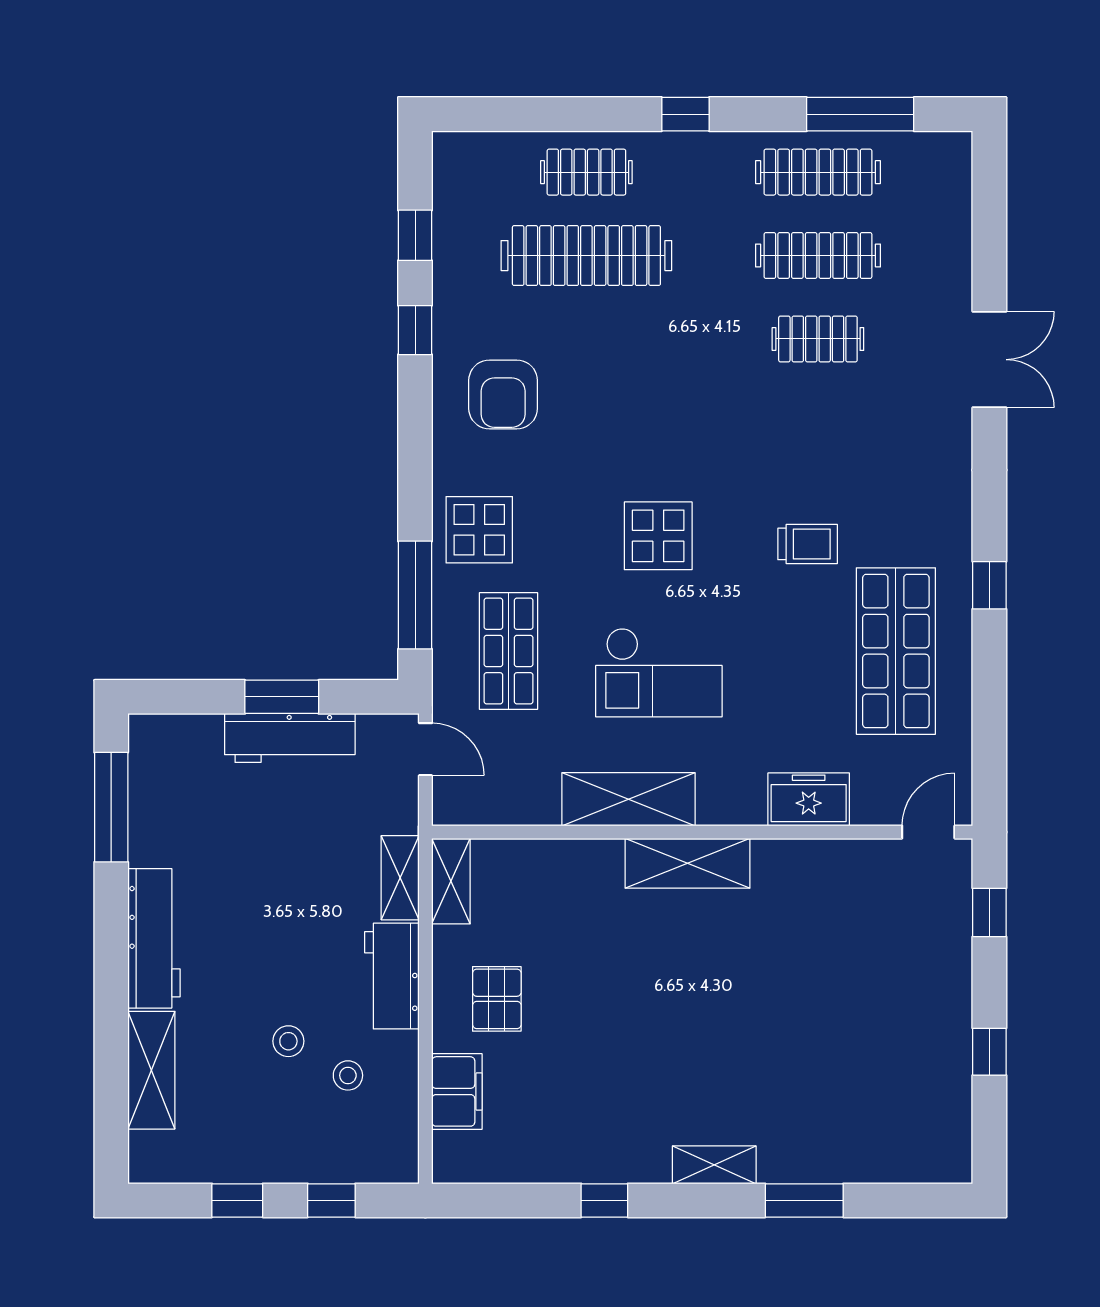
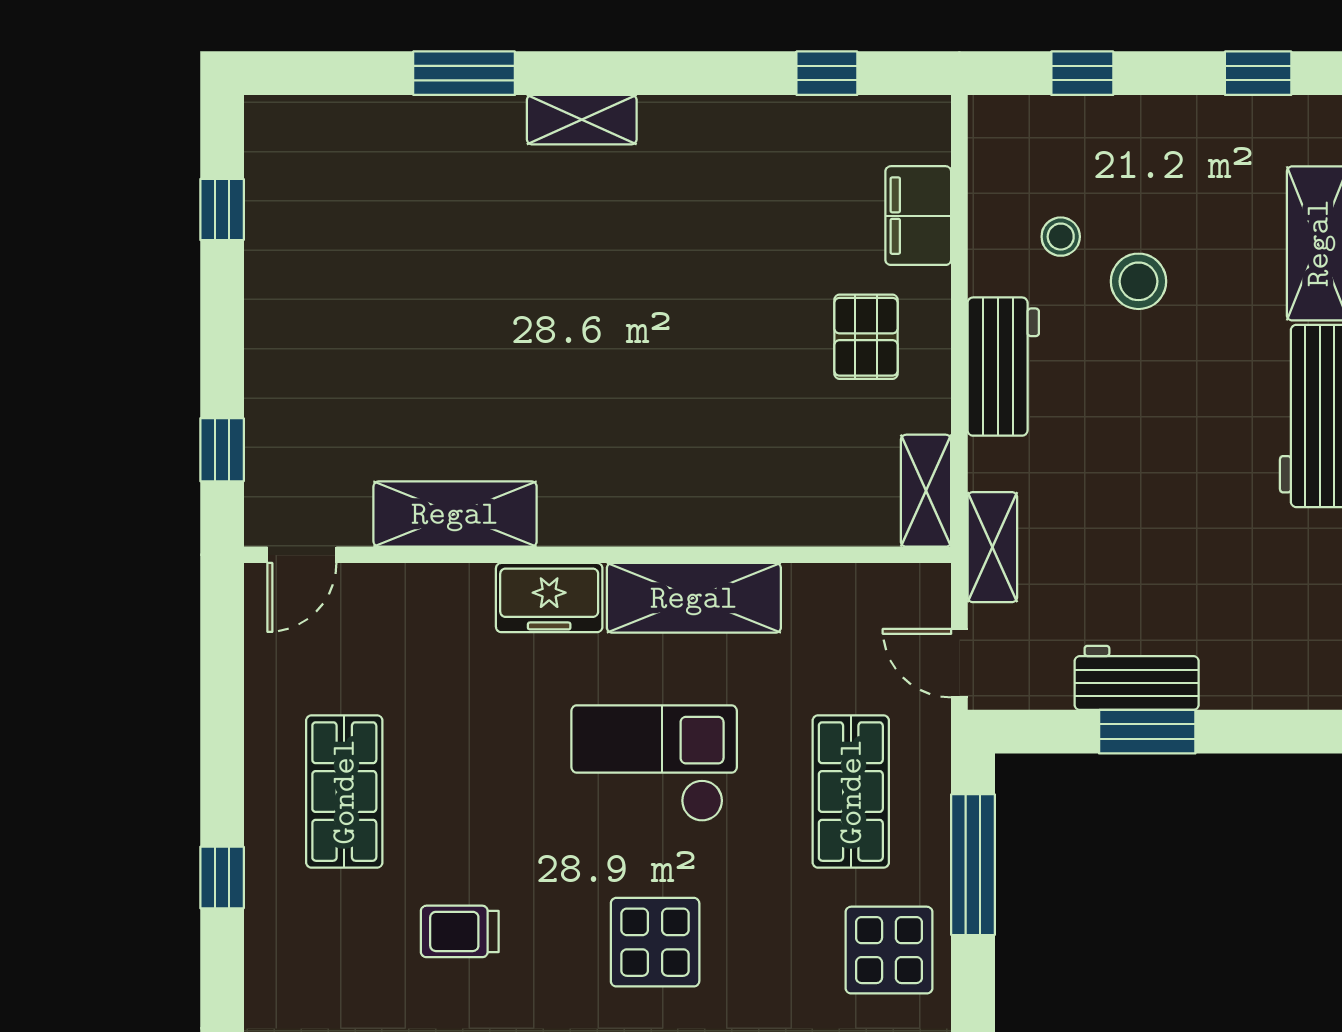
shop shelf: (896, 651) -> (344, 792), width x0.70, depth x0.74
workbench: (290, 738) -> (1137, 678), width x0.73
freezer: (809, 799) -> (549, 598), moved
shelving: (687, 863) -> (455, 514), moved
shelving: (400, 878) -> (992, 547), moved
stool: (288, 1041) -> (1138, 281), width x1.37, depth x1.37
window: (989, 1052) -> (222, 210), moved
window: (237, 1200) -> (1258, 73), moved
window: (604, 1200) -> (827, 73), moved

